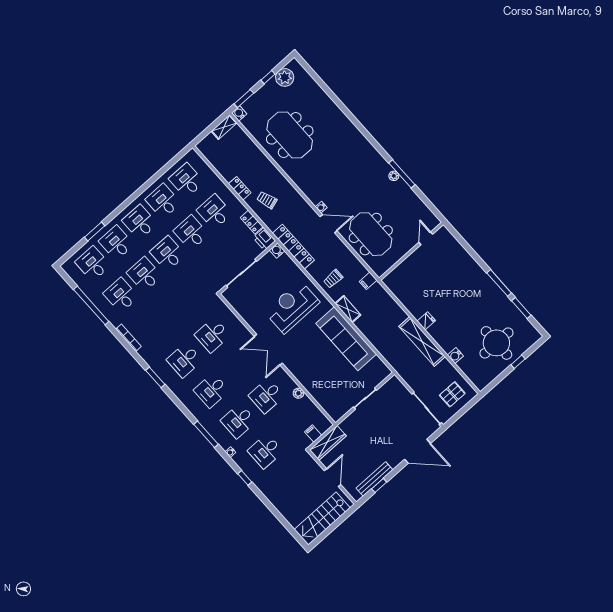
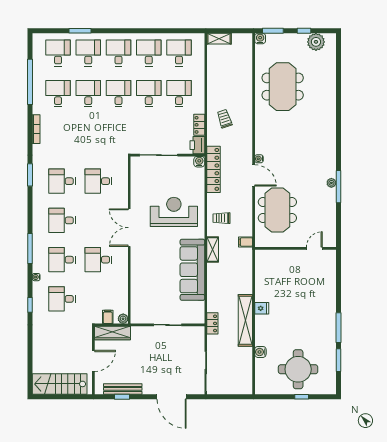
shelving: (224, 127) -> (219, 39), moved
locker: (240, 188) -> (212, 323), moved
plant: (298, 393) -> (123, 319), moved
pallet: (452, 394) -> (233, 378), removed

